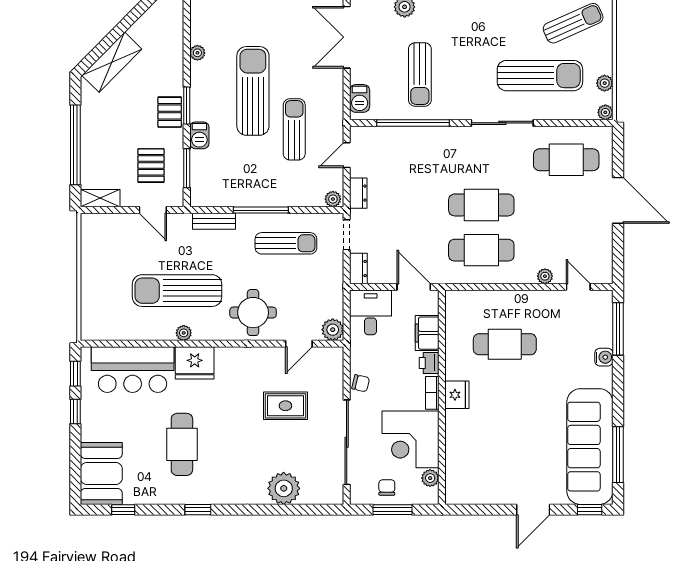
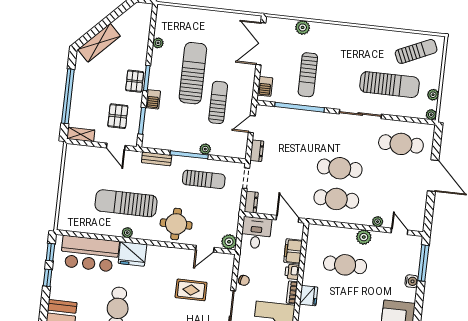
plant: (333, 199) -> (205, 149), moved
plant: (527, 301) -> (364, 237), added

